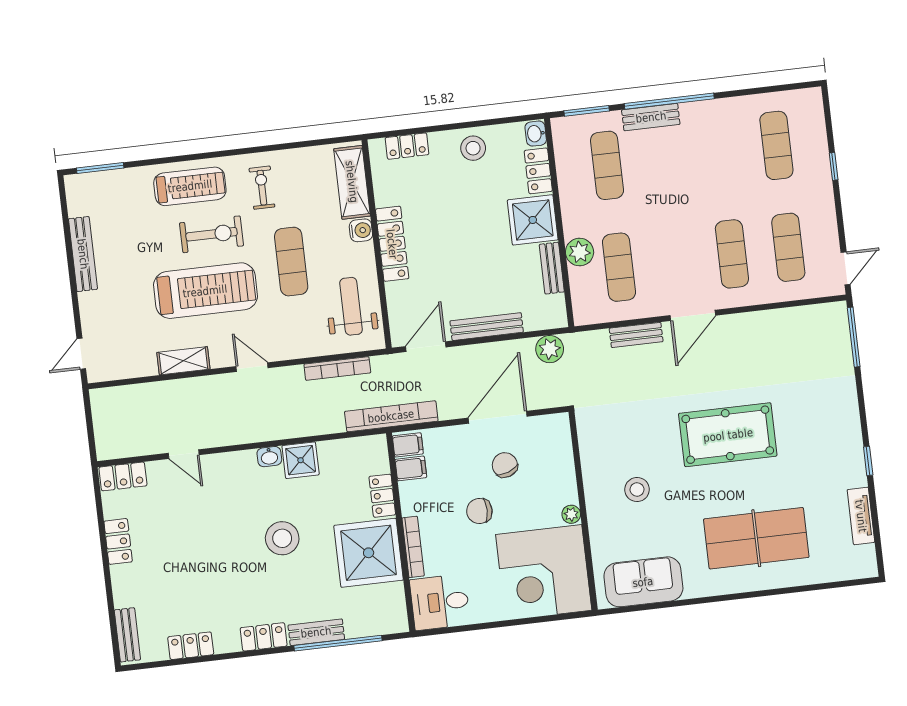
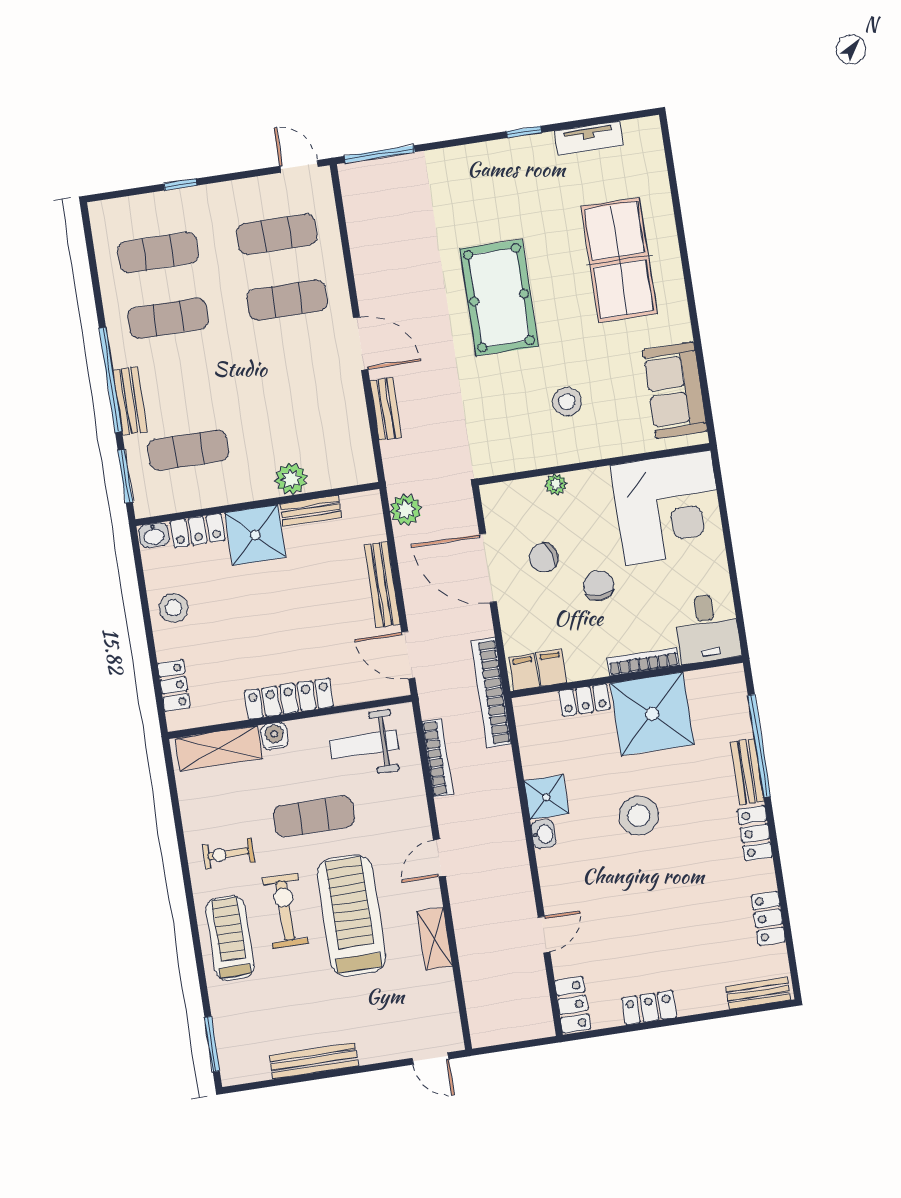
exercise mat: (619, 267) -> (168, 318), moved
chair: (479, 511) -> (599, 586), turned 180
plant: (571, 514) -> (556, 484), moved

